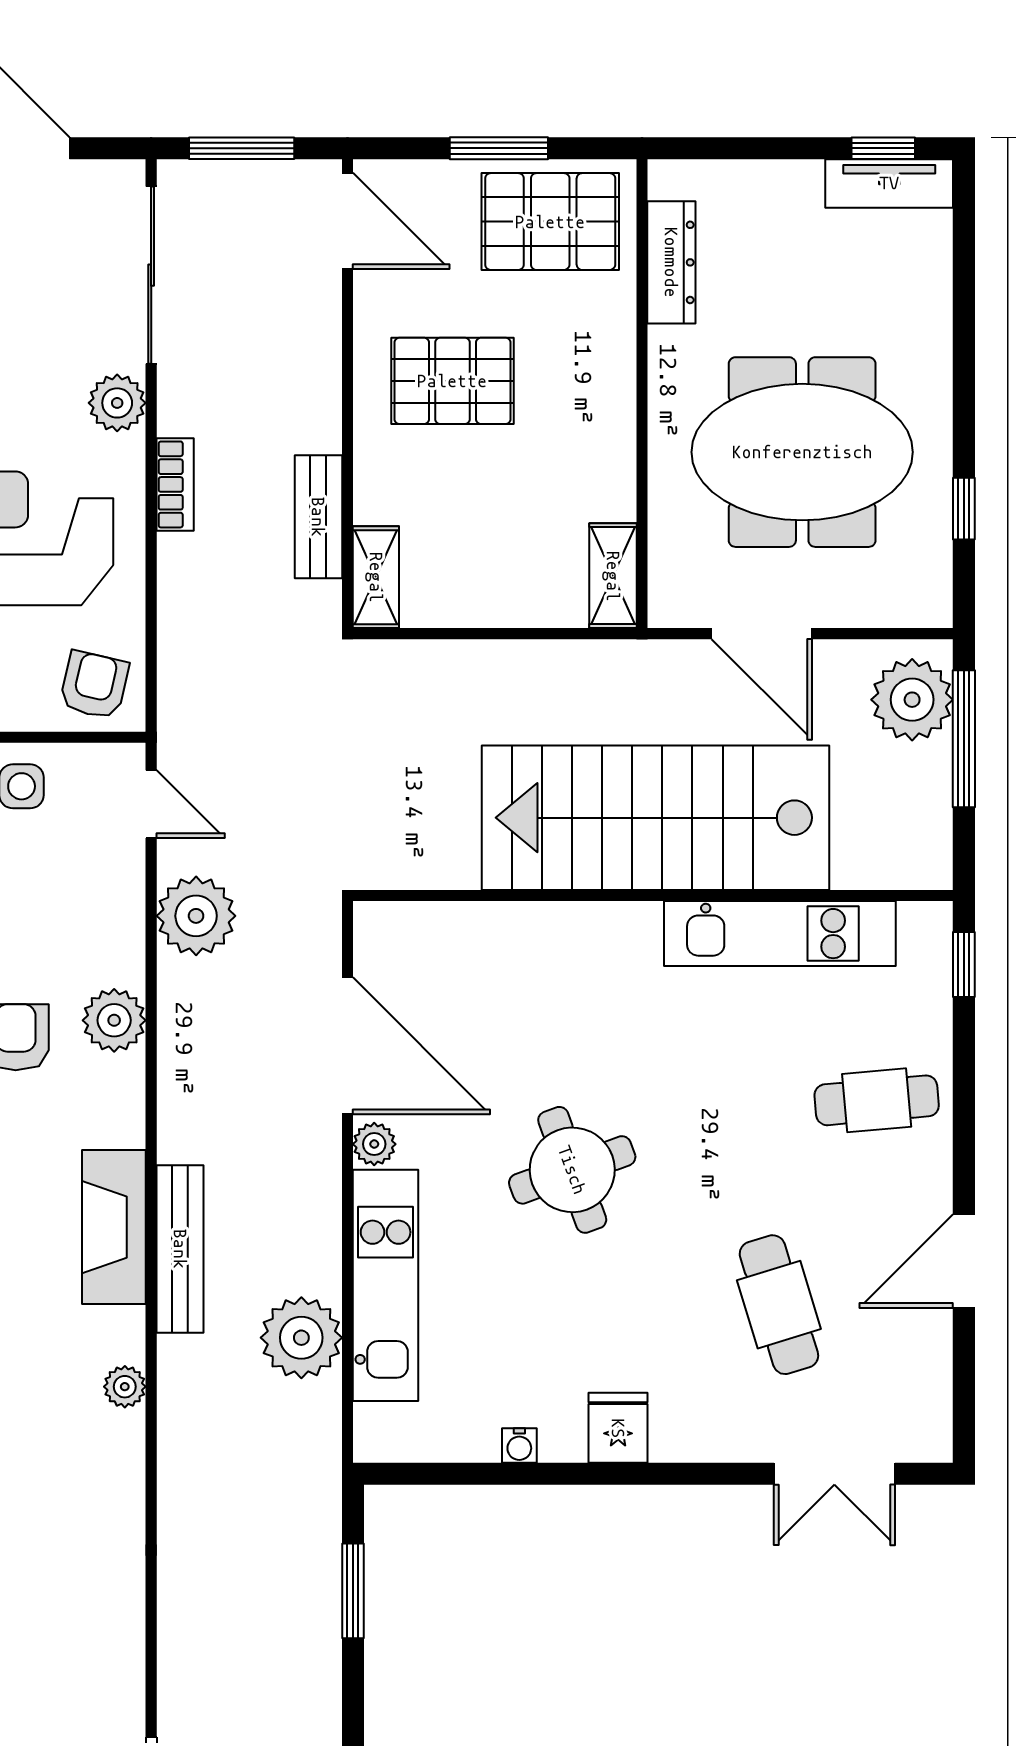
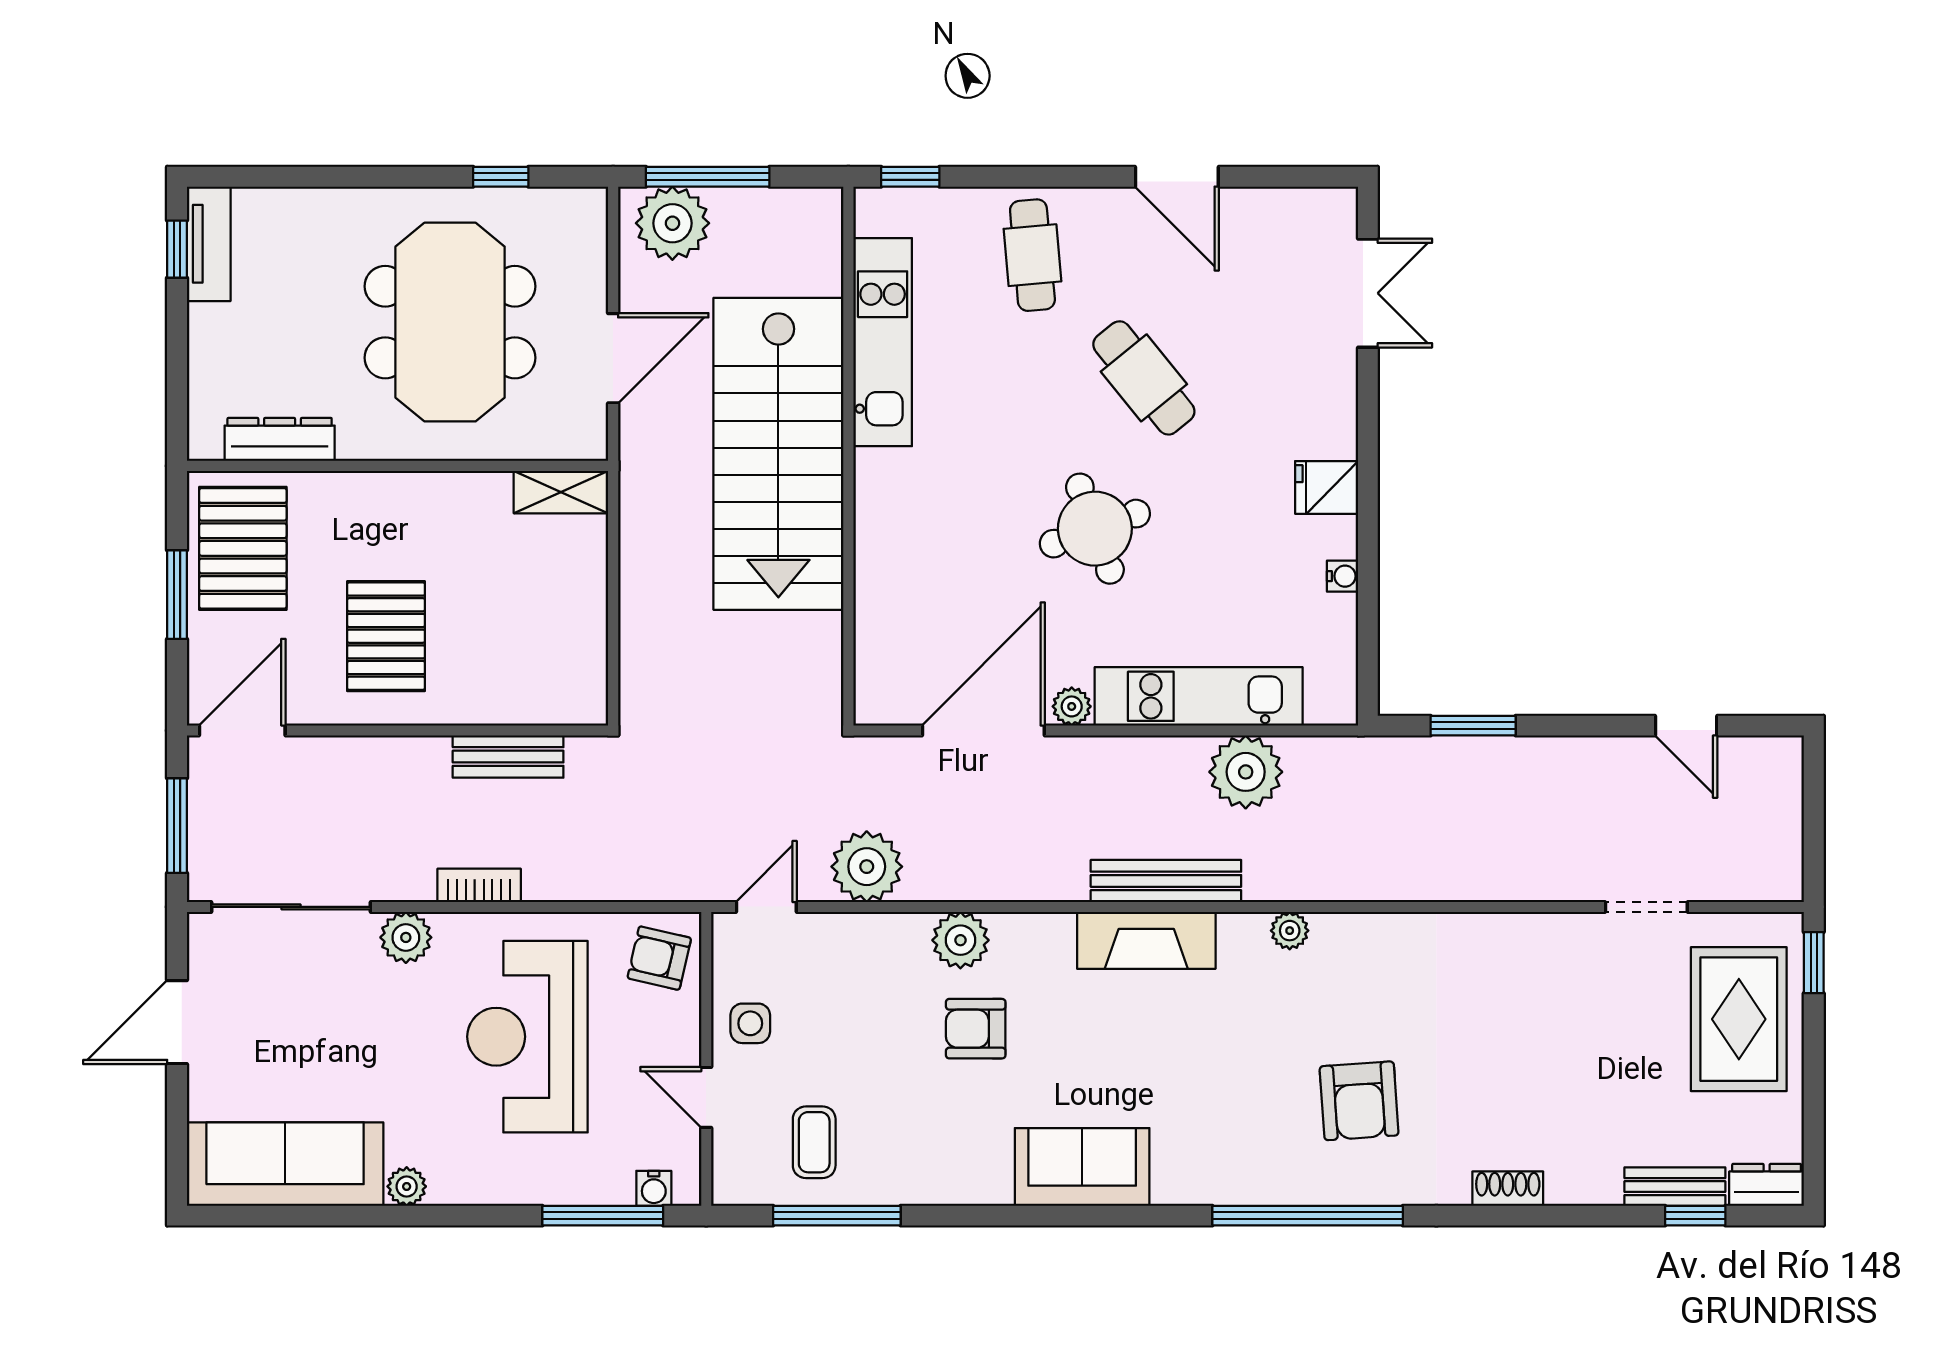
shelving: (376, 577) -> (562, 705), removed
cafe table: (779, 1305) -> (1144, 378), moved, turned 68

